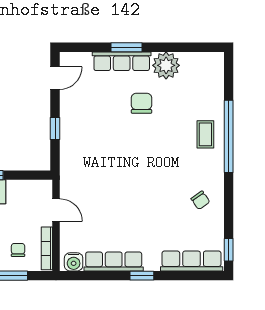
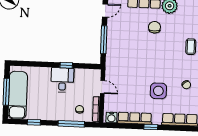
window: (55, 129) -> (104, 40), width x2.17
side table: (153, 213) -> (158, 91), added

